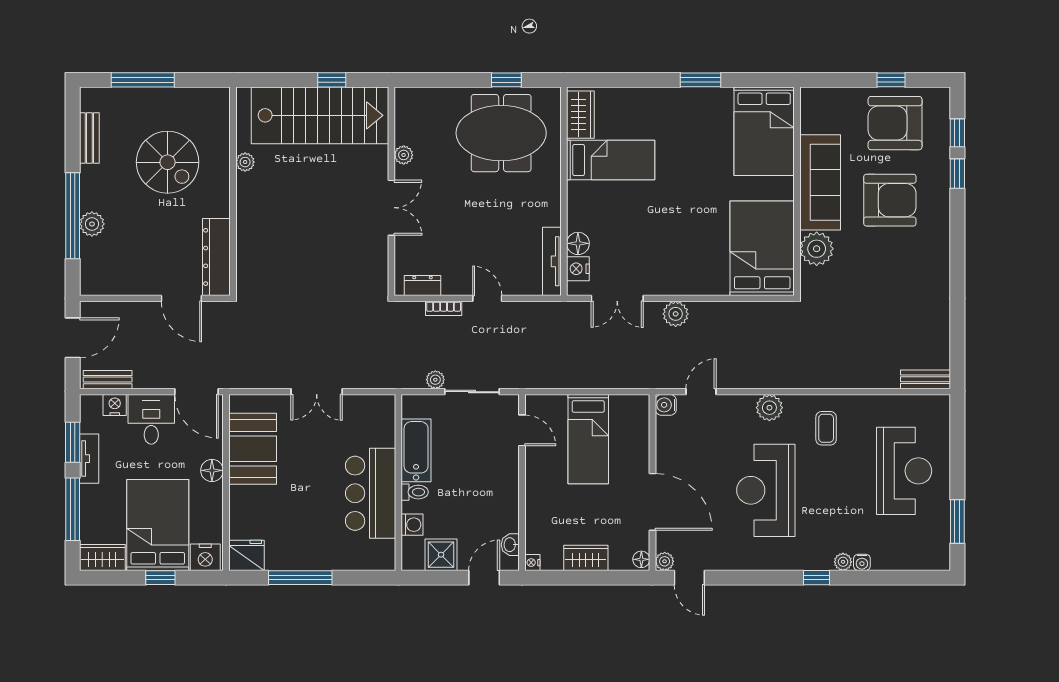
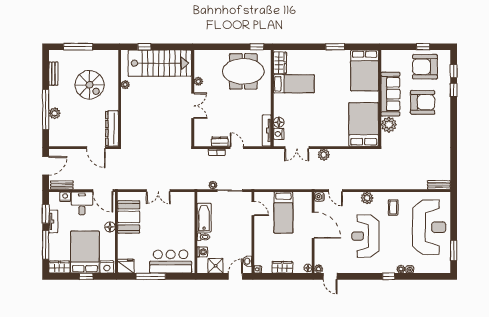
window: (332, 80) -> (144, 47), moved
window: (506, 80) -> (257, 47), moved
dresser: (422, 285) -> (220, 142), moved
door: (701, 392) -> (336, 191), swing flipped
reception desk: (904, 471) -> (429, 227), width x1.36, depth x1.30
bar counter: (371, 493) -> (171, 262), moved, turned 90
door: (652, 502) -> (313, 225), moved

